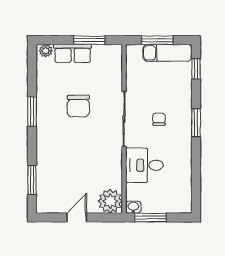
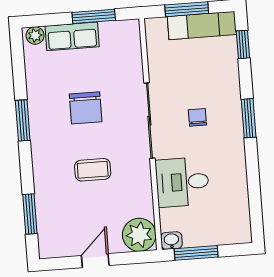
coffee table: (80, 151) -> (93, 170), added

